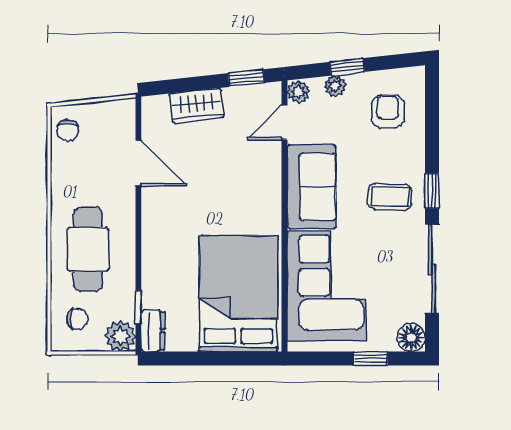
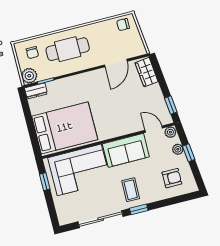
wardrobe: (197, 106) -> (147, 72), moved
floor lamp: (411, 338) -> (65, 218), removed
window: (371, 358) -> (45, 182), moved

